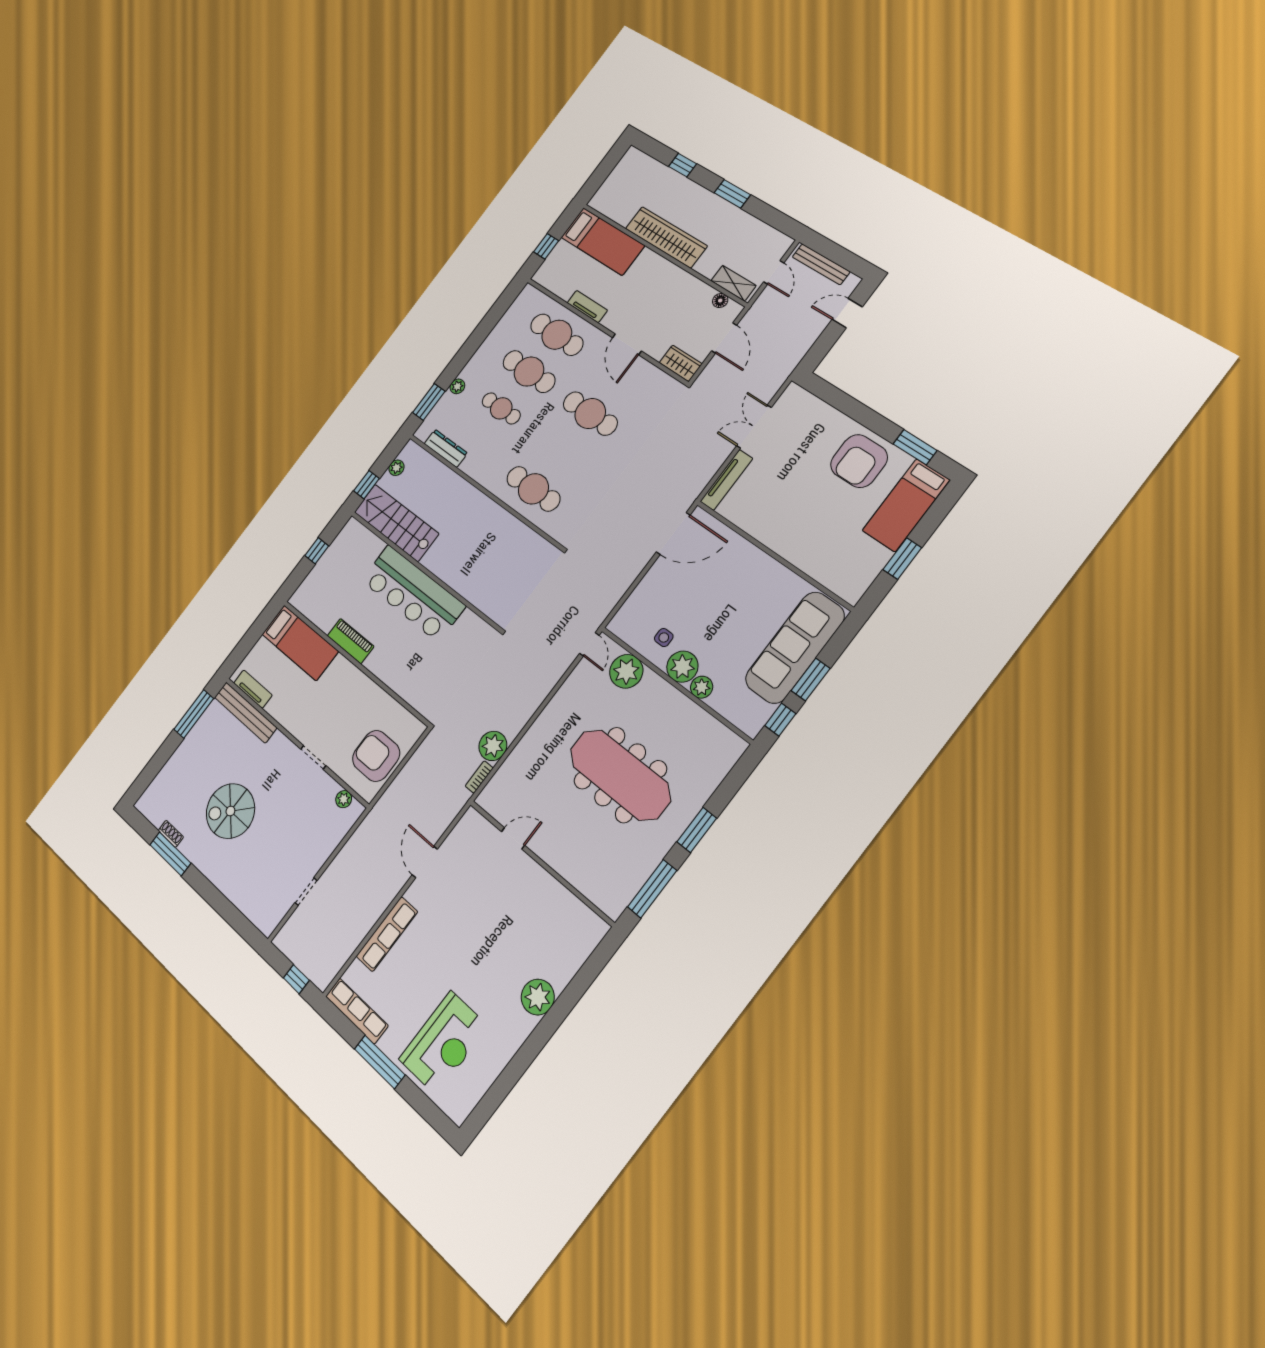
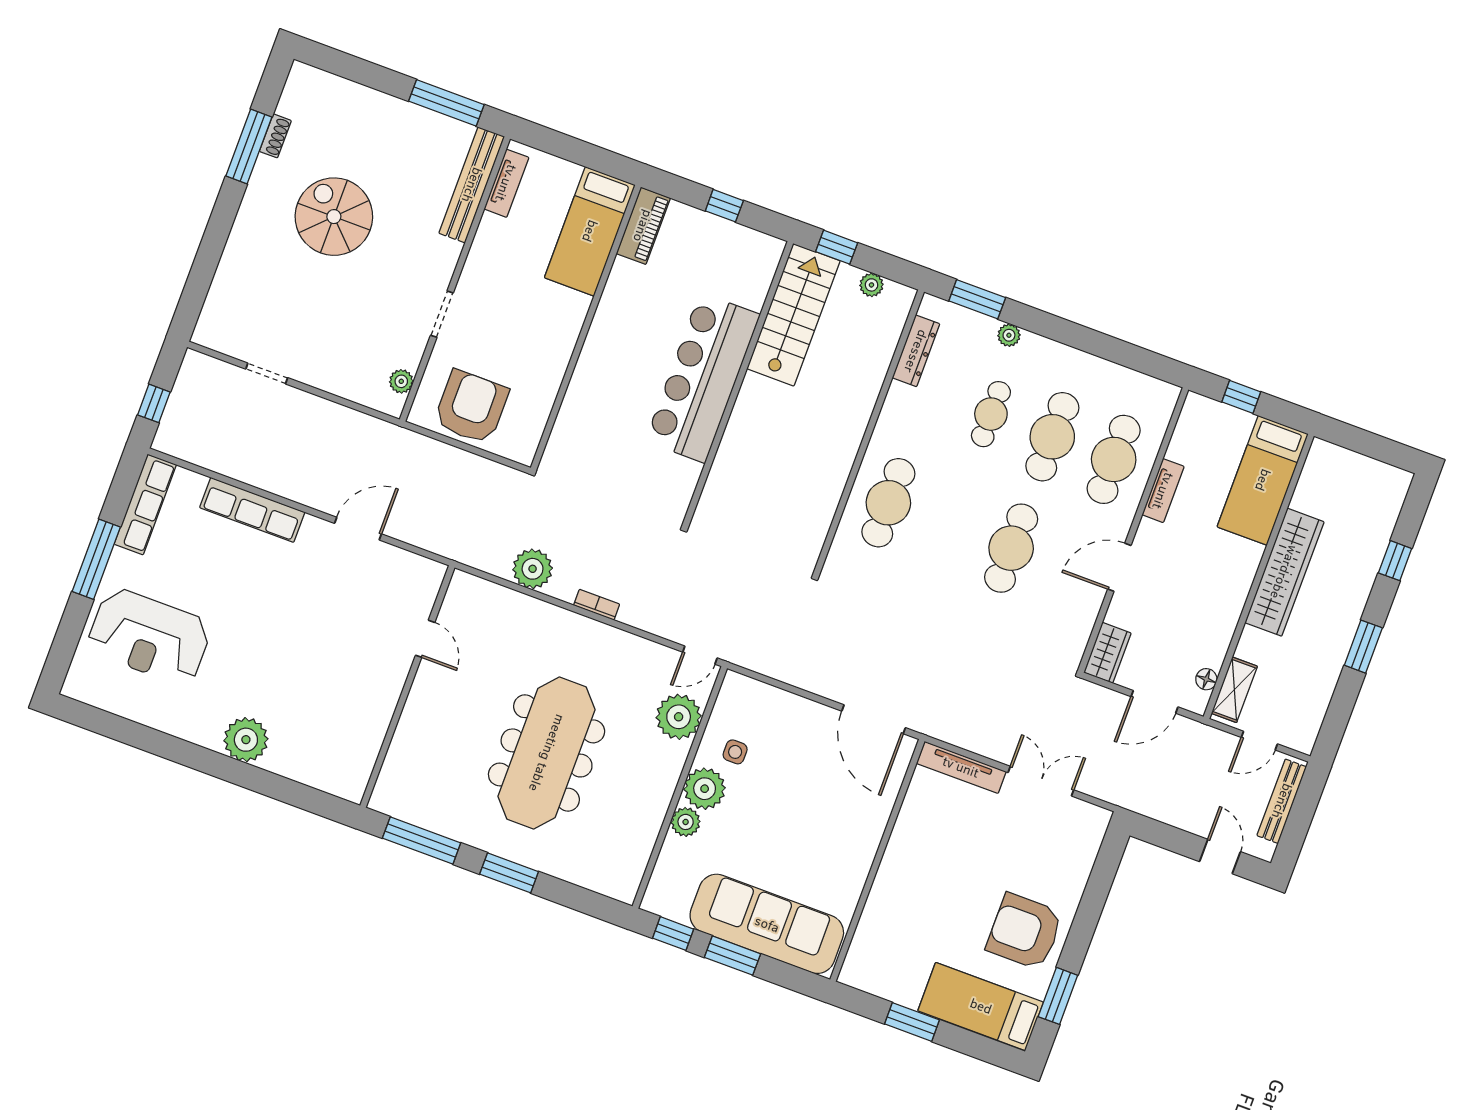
piano: (351, 641) -> (643, 226), moved
bookcase: (479, 777) -> (597, 605), moved

